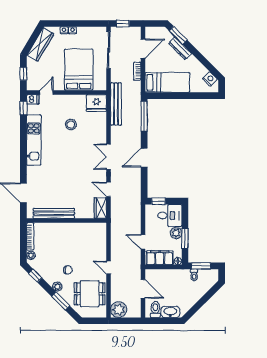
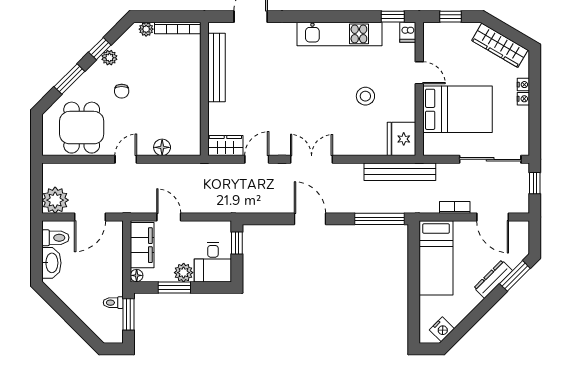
door: (46, 92) -> (419, 73), moved
door: (143, 242) -> (169, 217), hinge flipped
floor lamp: (101, 246) -> (162, 147), added
window: (35, 276) -> (100, 49), moved
plant: (57, 287) -> (109, 58), moved
plant: (119, 310) -> (55, 200), moved

